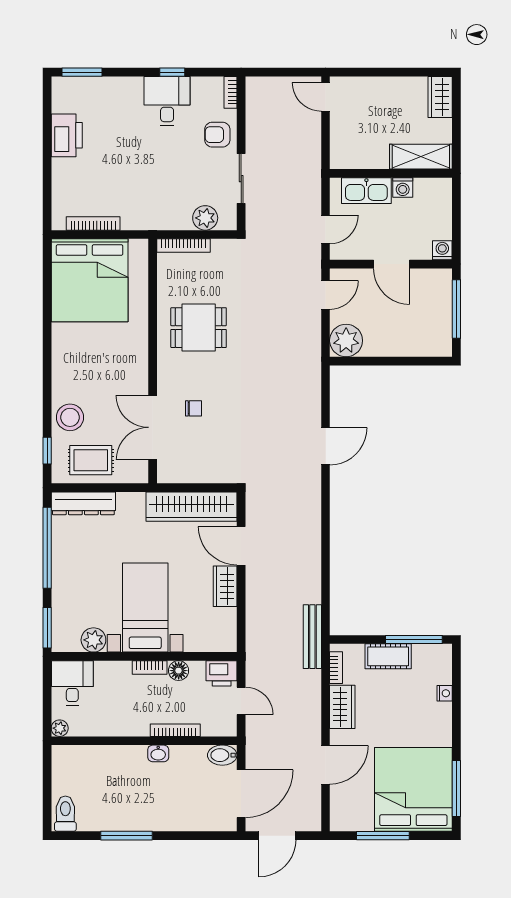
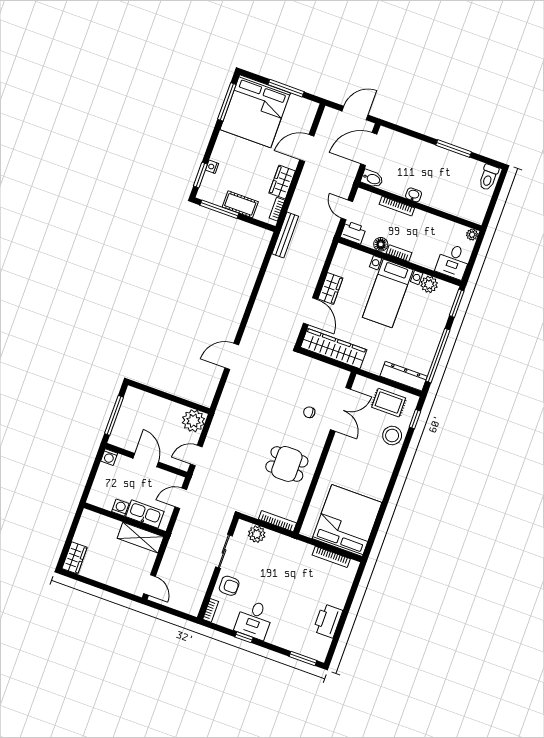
shelving: (421, 157) -> (140, 538), moved
window: (456, 676) -> (200, 175), added

